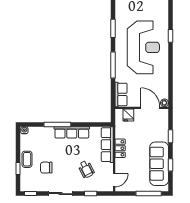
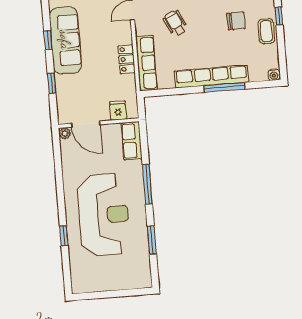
reception desk: (143, 47) -> (104, 215), turned 180
row of seats: (72, 132) -> (211, 77), width x1.36

